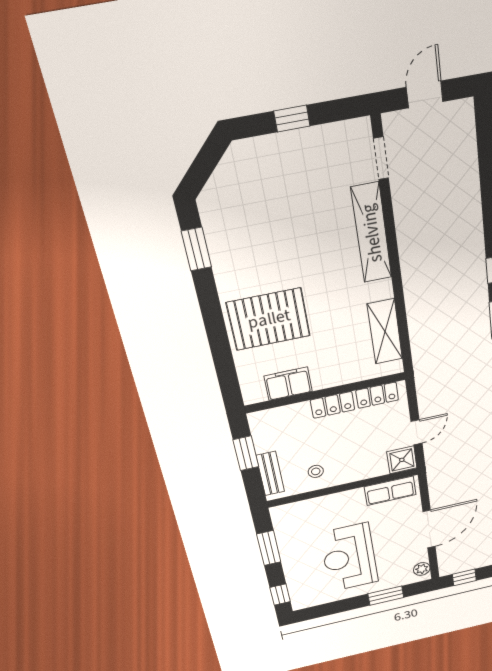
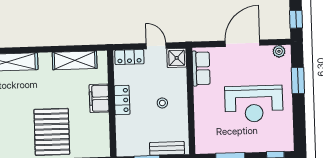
filing cabinet: (288, 384) -> (99, 98), moved
locker: (377, 395) -> (129, 57), moved, turned 90
stool: (316, 471) -> (162, 103), moved
door: (429, 529) -> (242, 43), hinge flipped

